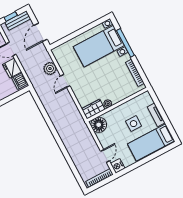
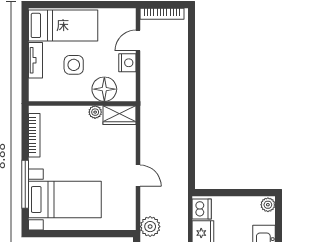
plant: (50, 69) -> (150, 227), moved
door: (65, 81) -> (138, 175), hinge flipped
floor lamp: (99, 125) -> (104, 89), moved
nightstand: (118, 166) -> (127, 63), moved

